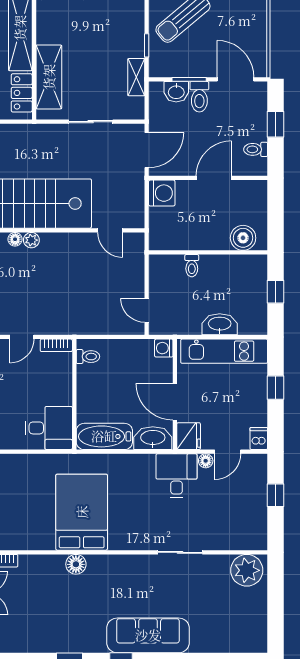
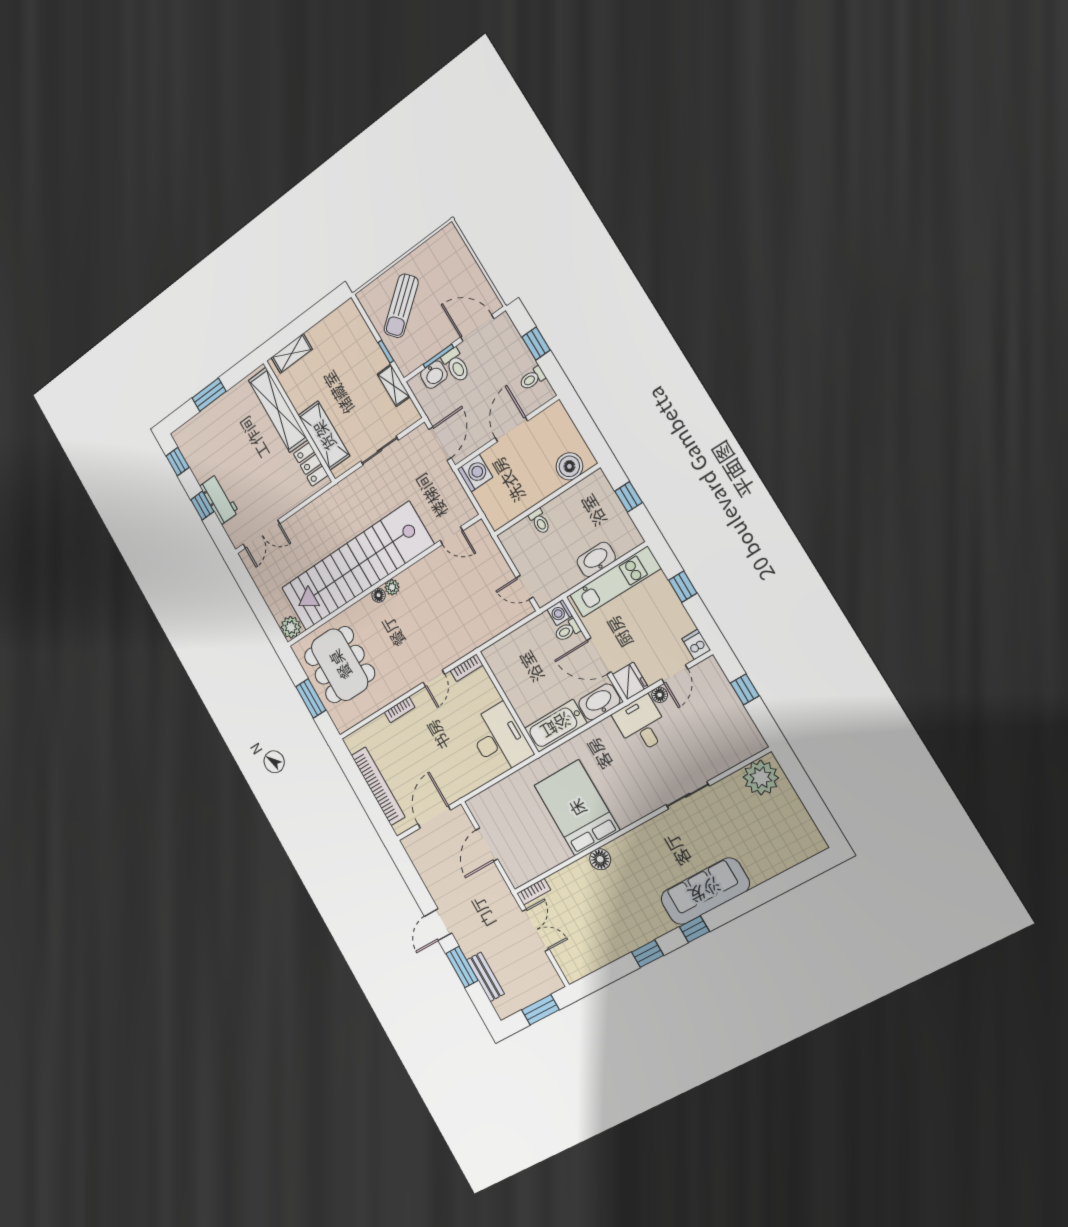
toilet: (88, 357) -> (567, 630), moved, turned 180
desk: (49, 428) -> (499, 739), width x1.37

